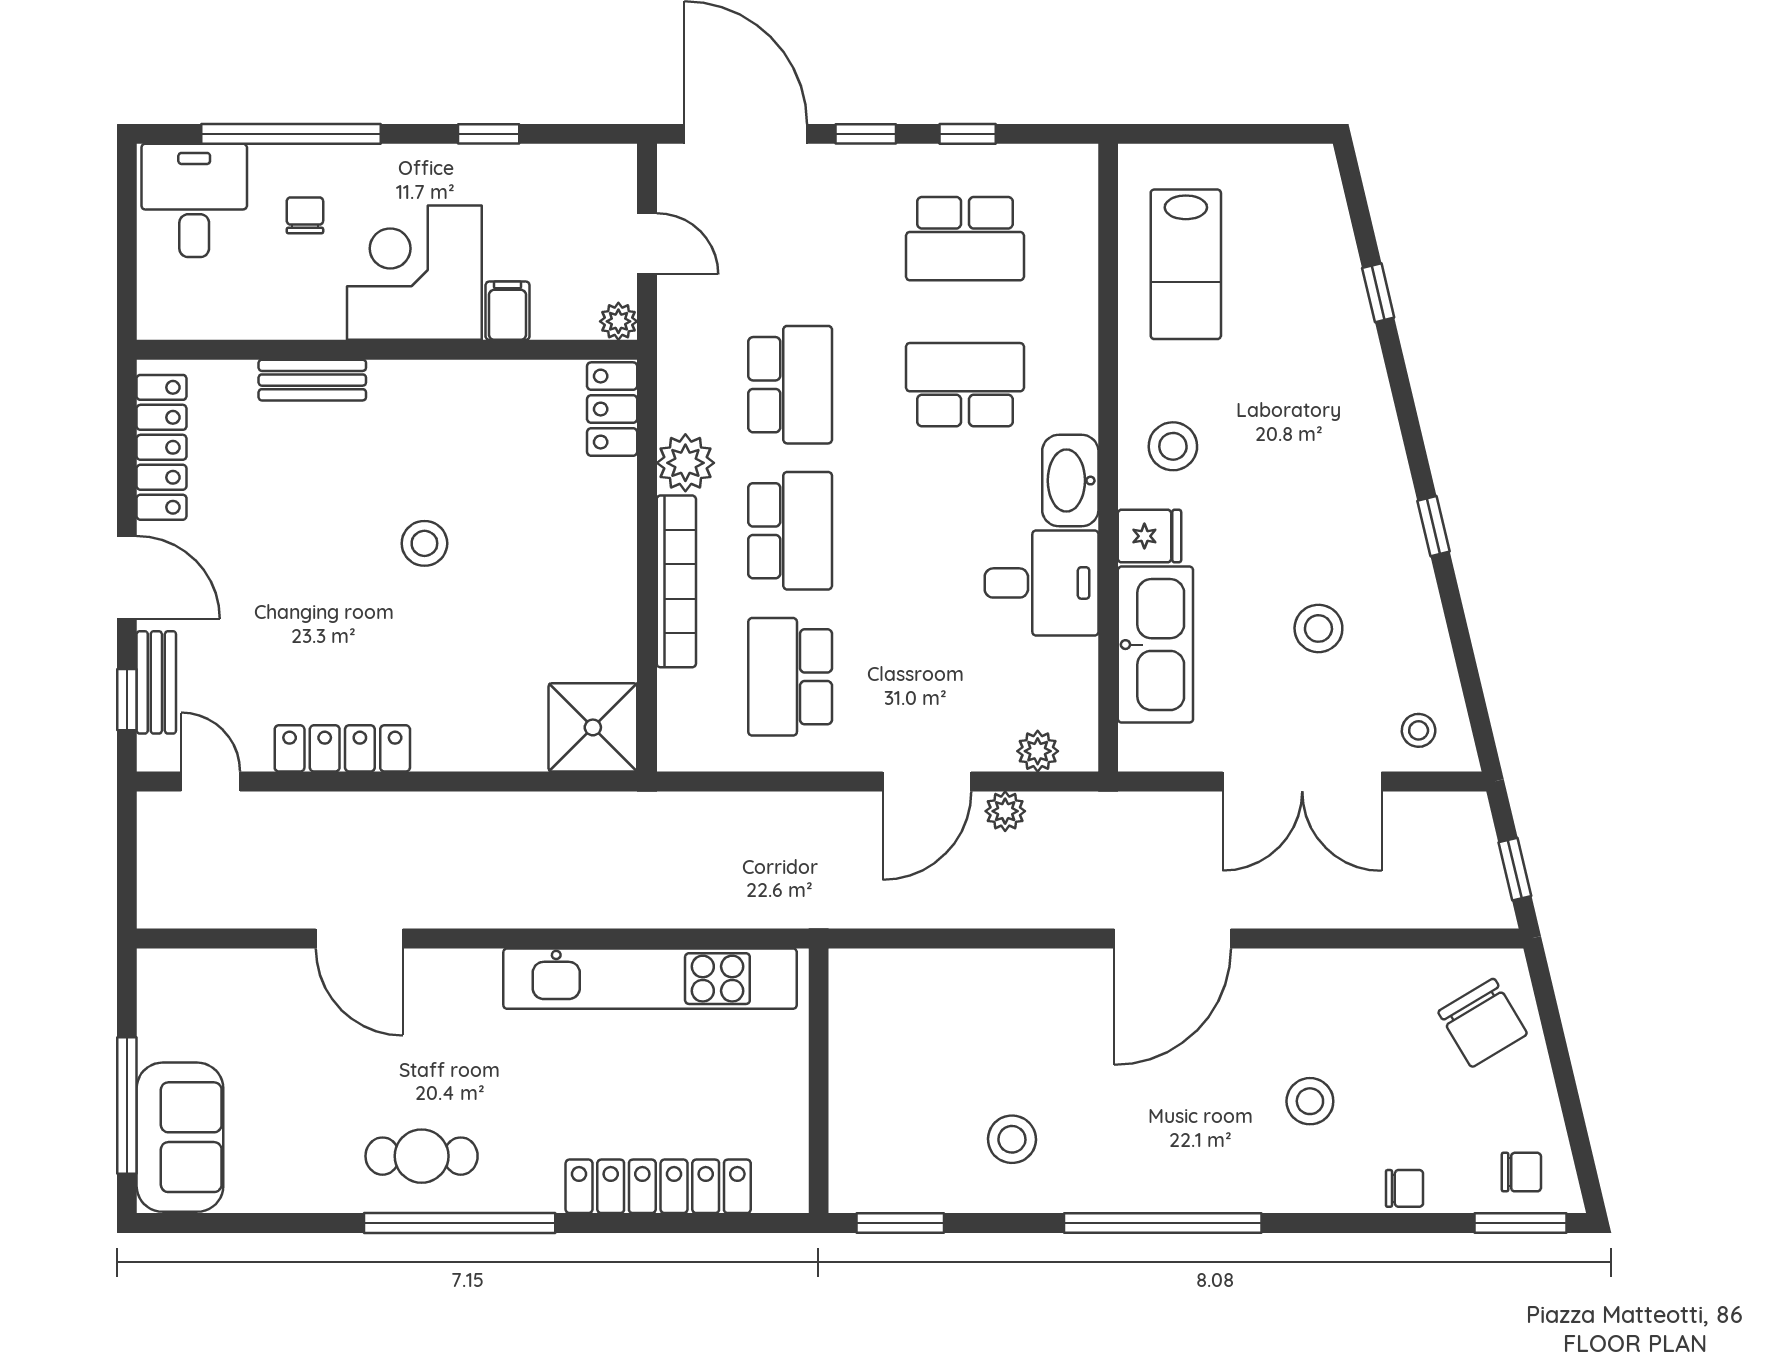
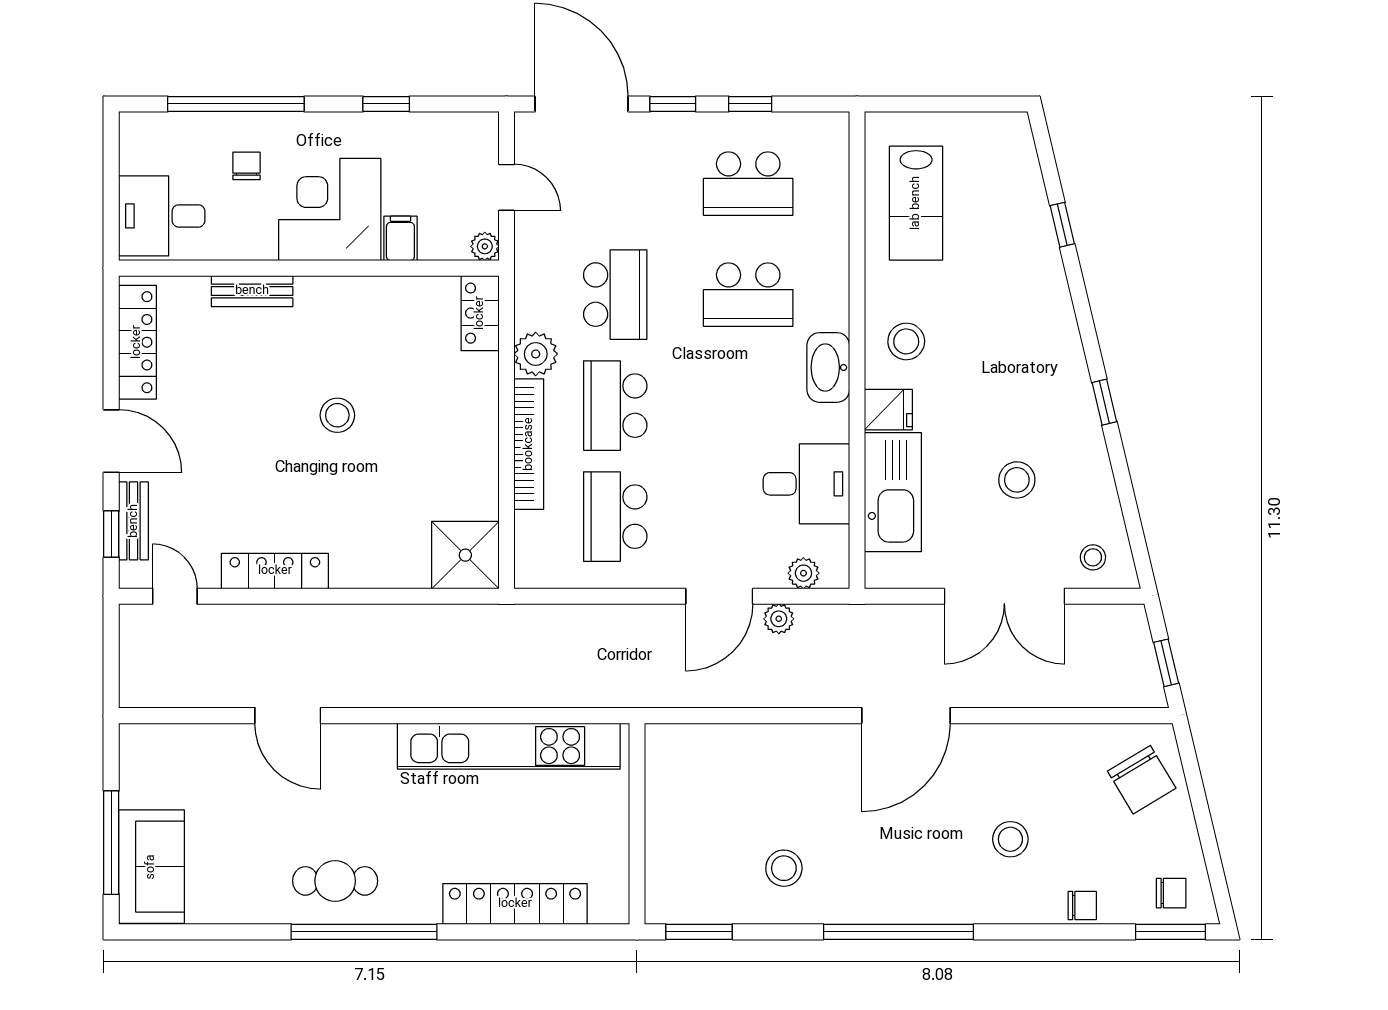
desk: (194, 200) -> (162, 216), moved, turned -90
school desk: (965, 385) -> (748, 295), turned 180
school desk: (790, 531) -> (615, 406), turned 180
desk: (1042, 583) -> (806, 484), moved

